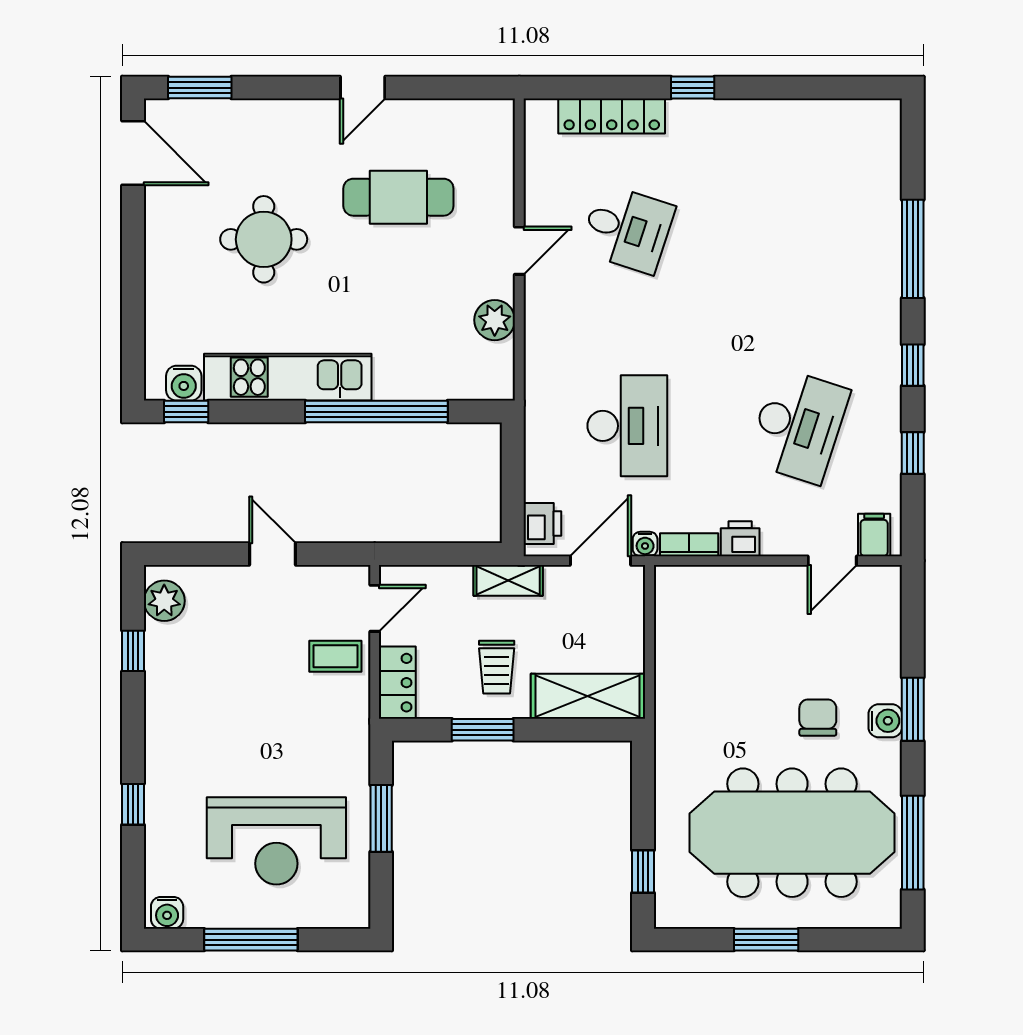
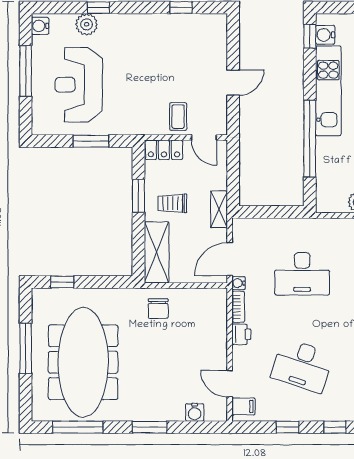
printer: (542, 524) -> (250, 228), removed
door: (600, 561) -> (230, 259), swing flipped
plant: (164, 601) -> (87, 24), moved
chair: (818, 718) -> (158, 309), moved, turned 90
water cooler: (885, 721) -> (195, 412), moved
window: (766, 940) -> (26, 348), width x1.44

